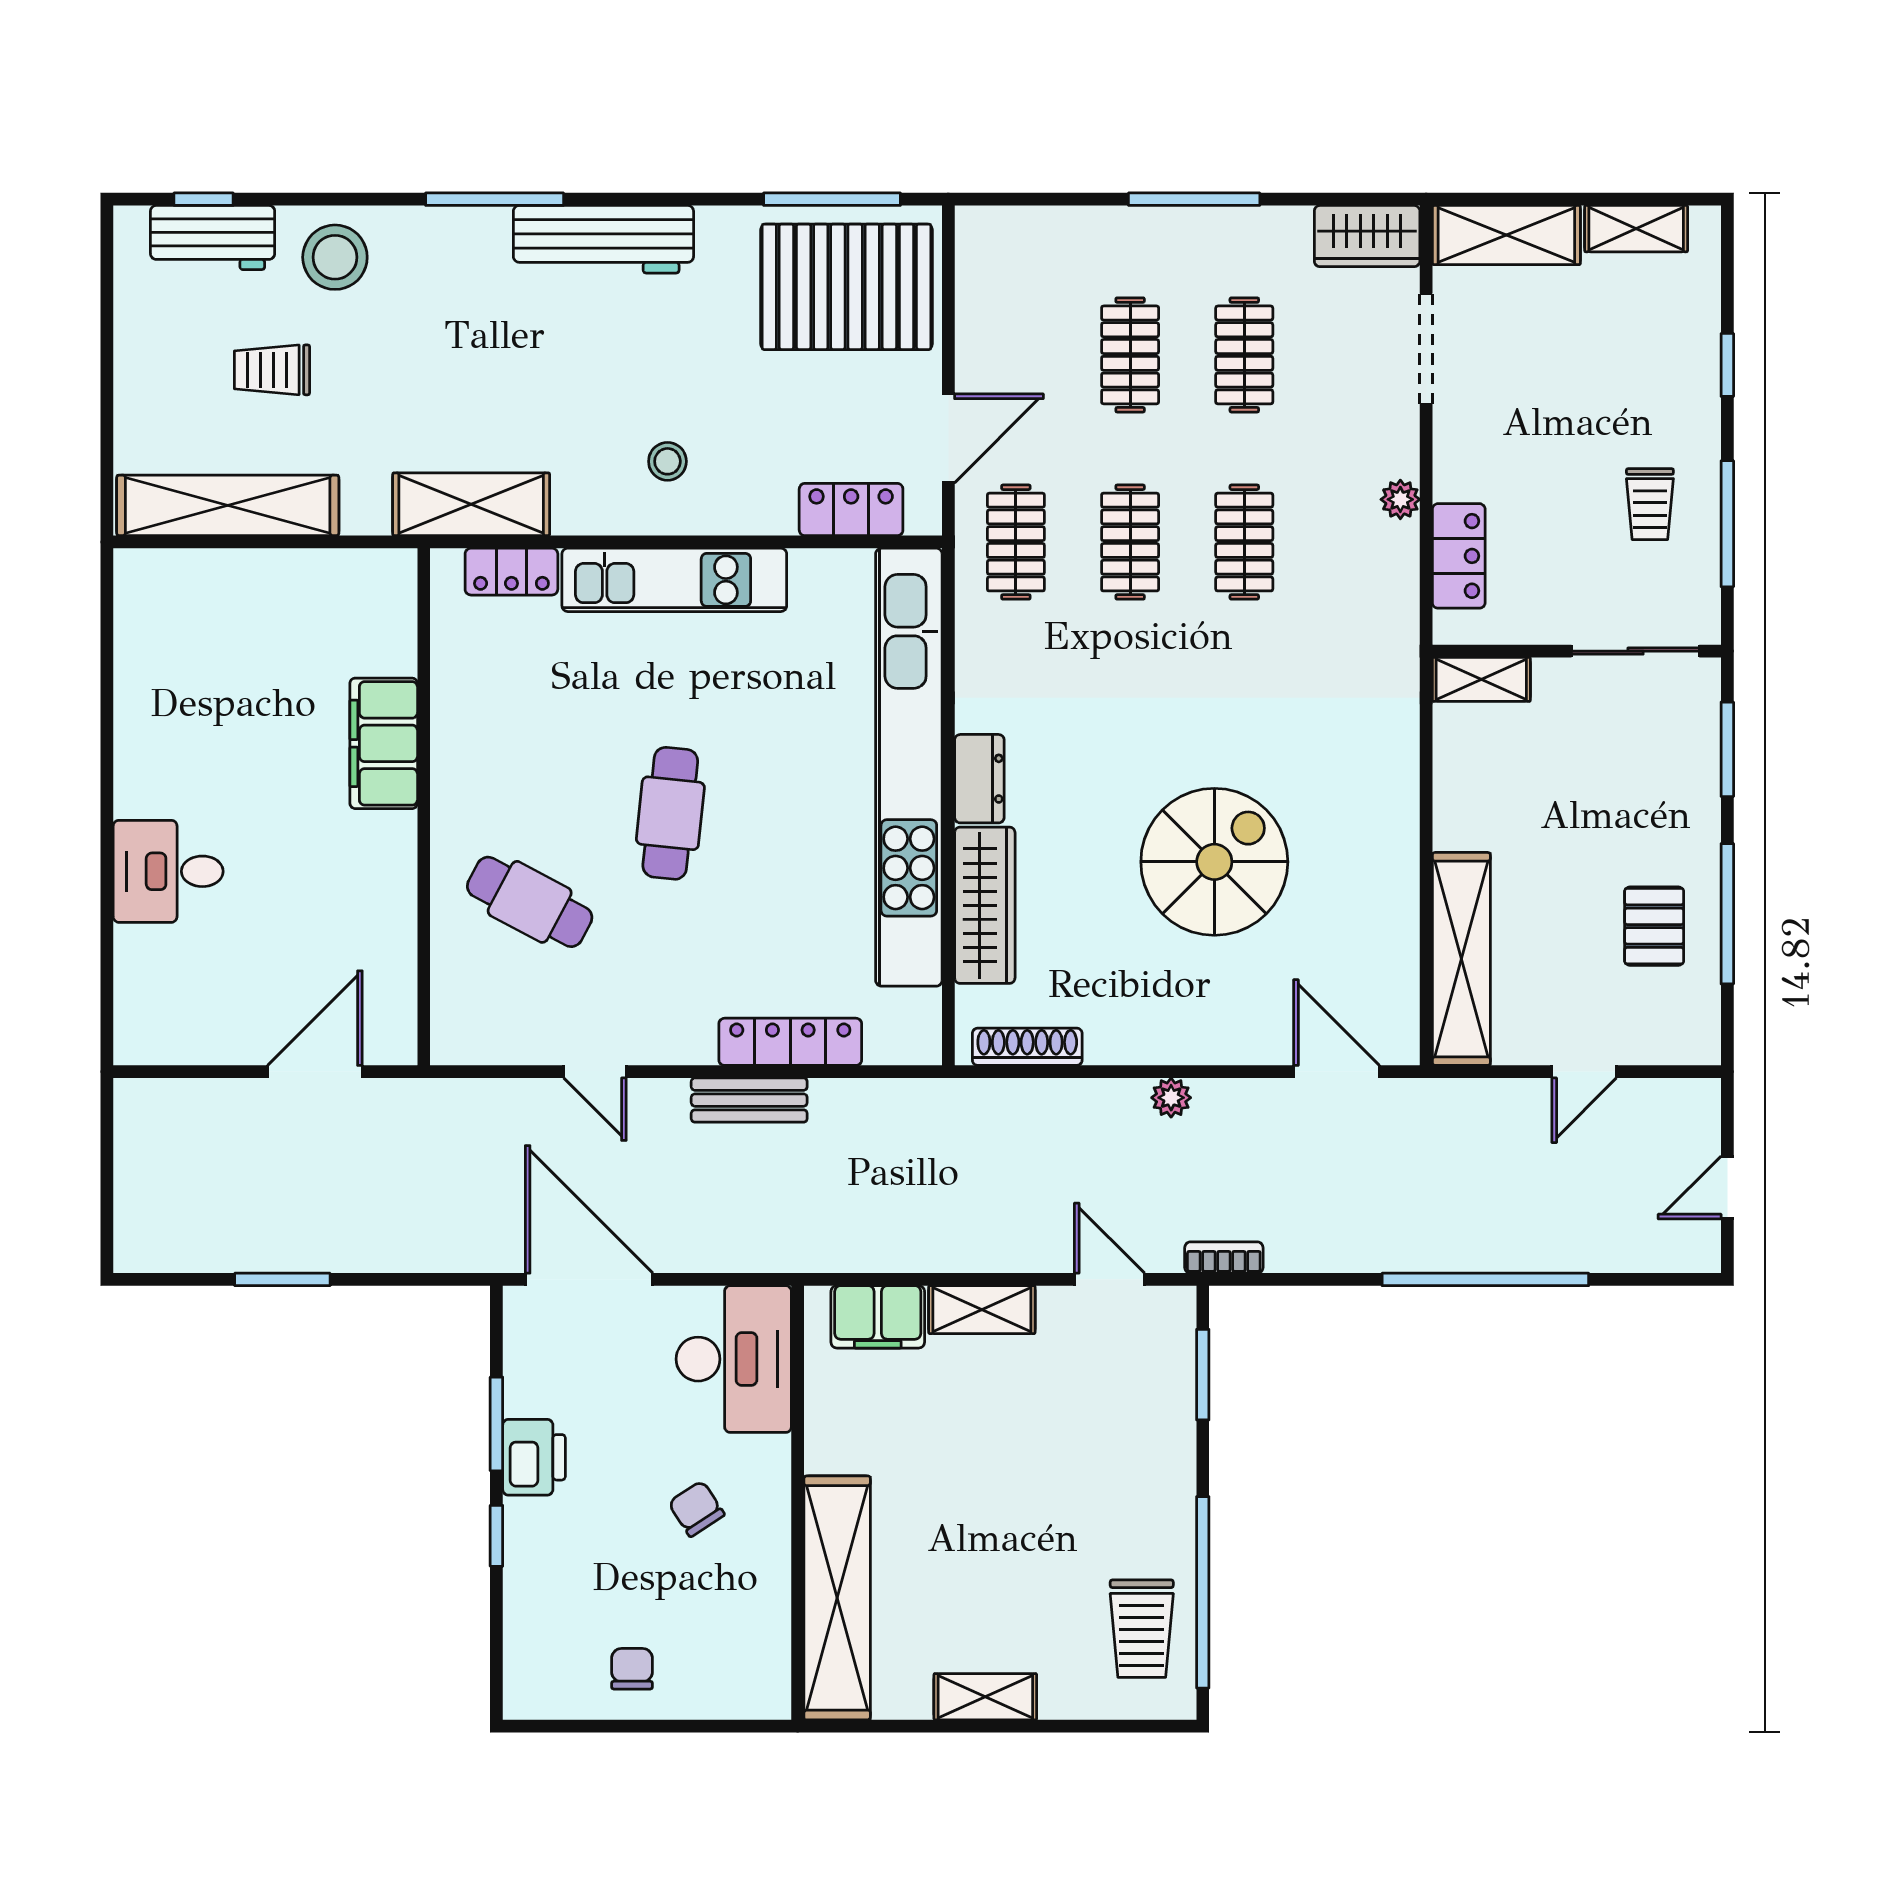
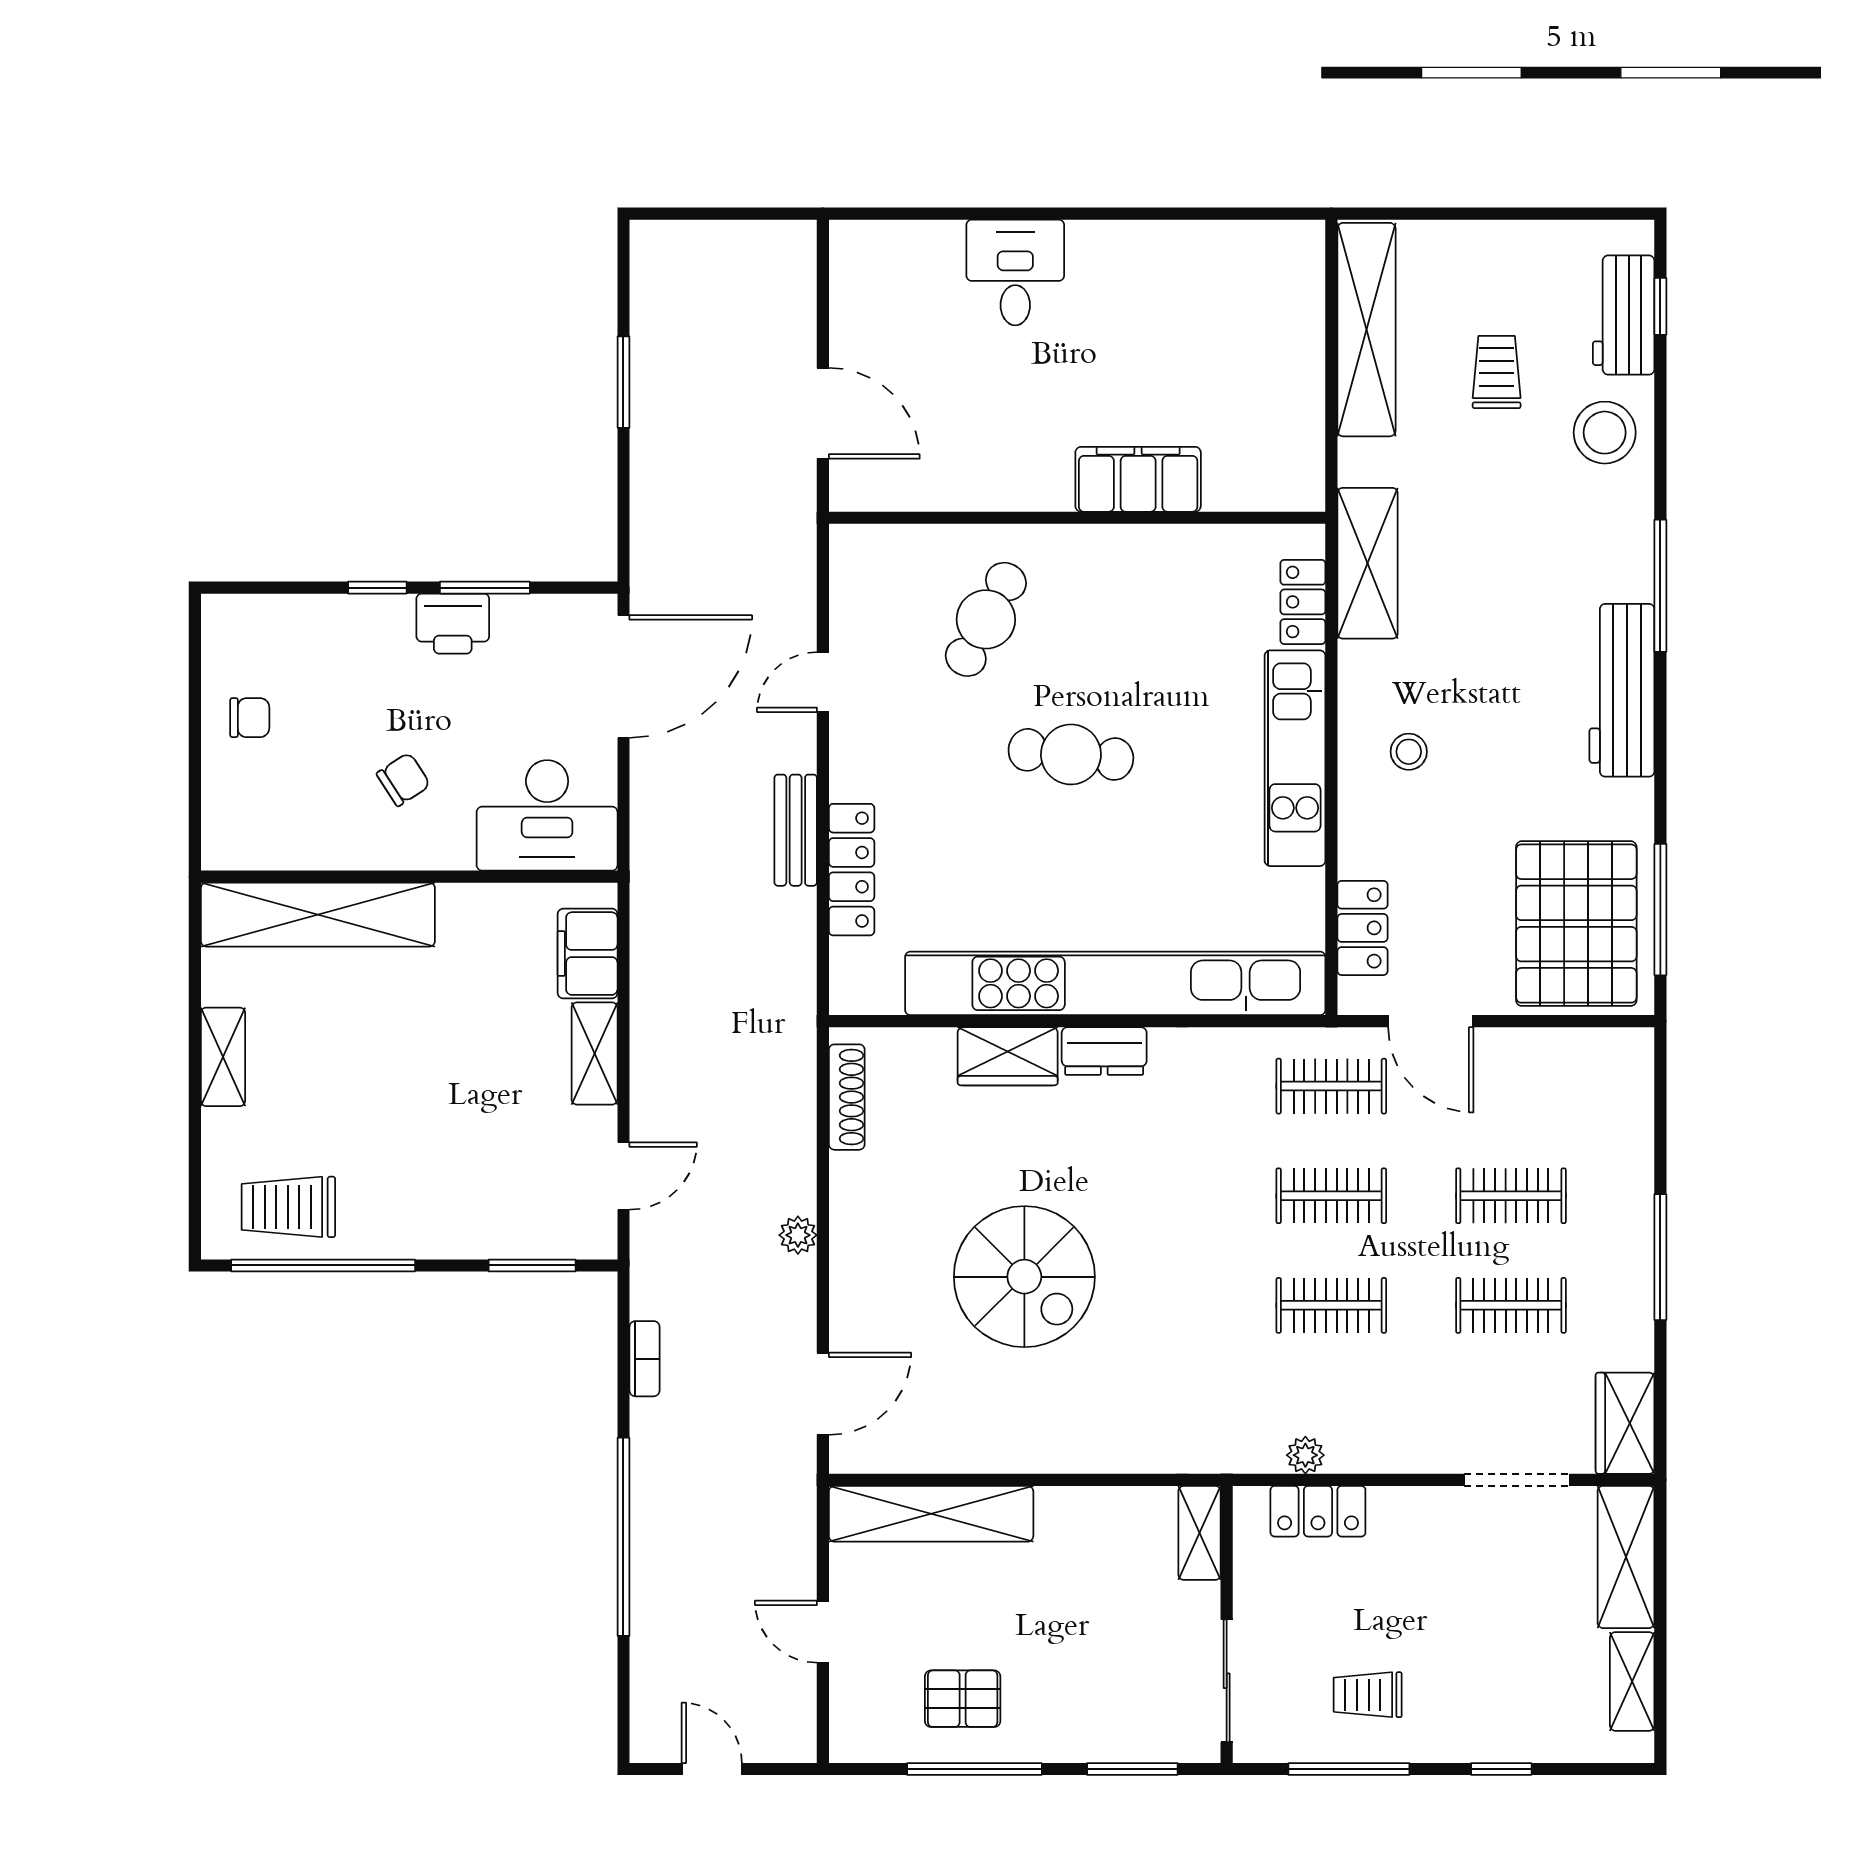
plant: (1400, 499) -> (1305, 1455), moved
wardrobe: (985, 905) -> (1008, 1056), width x0.67
bookcase: (1224, 1258) -> (645, 1359), moved

